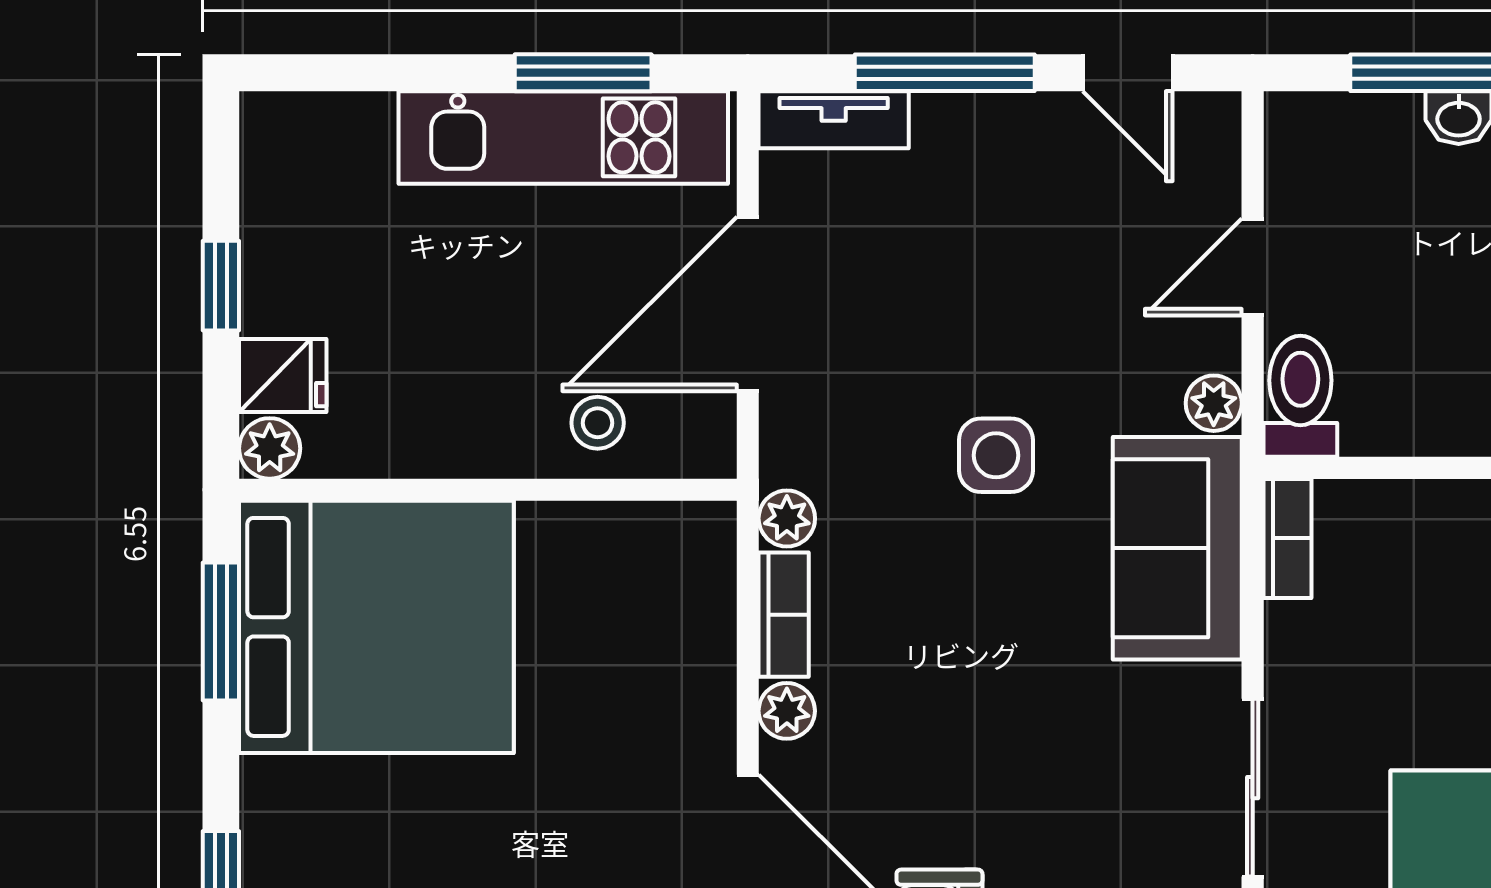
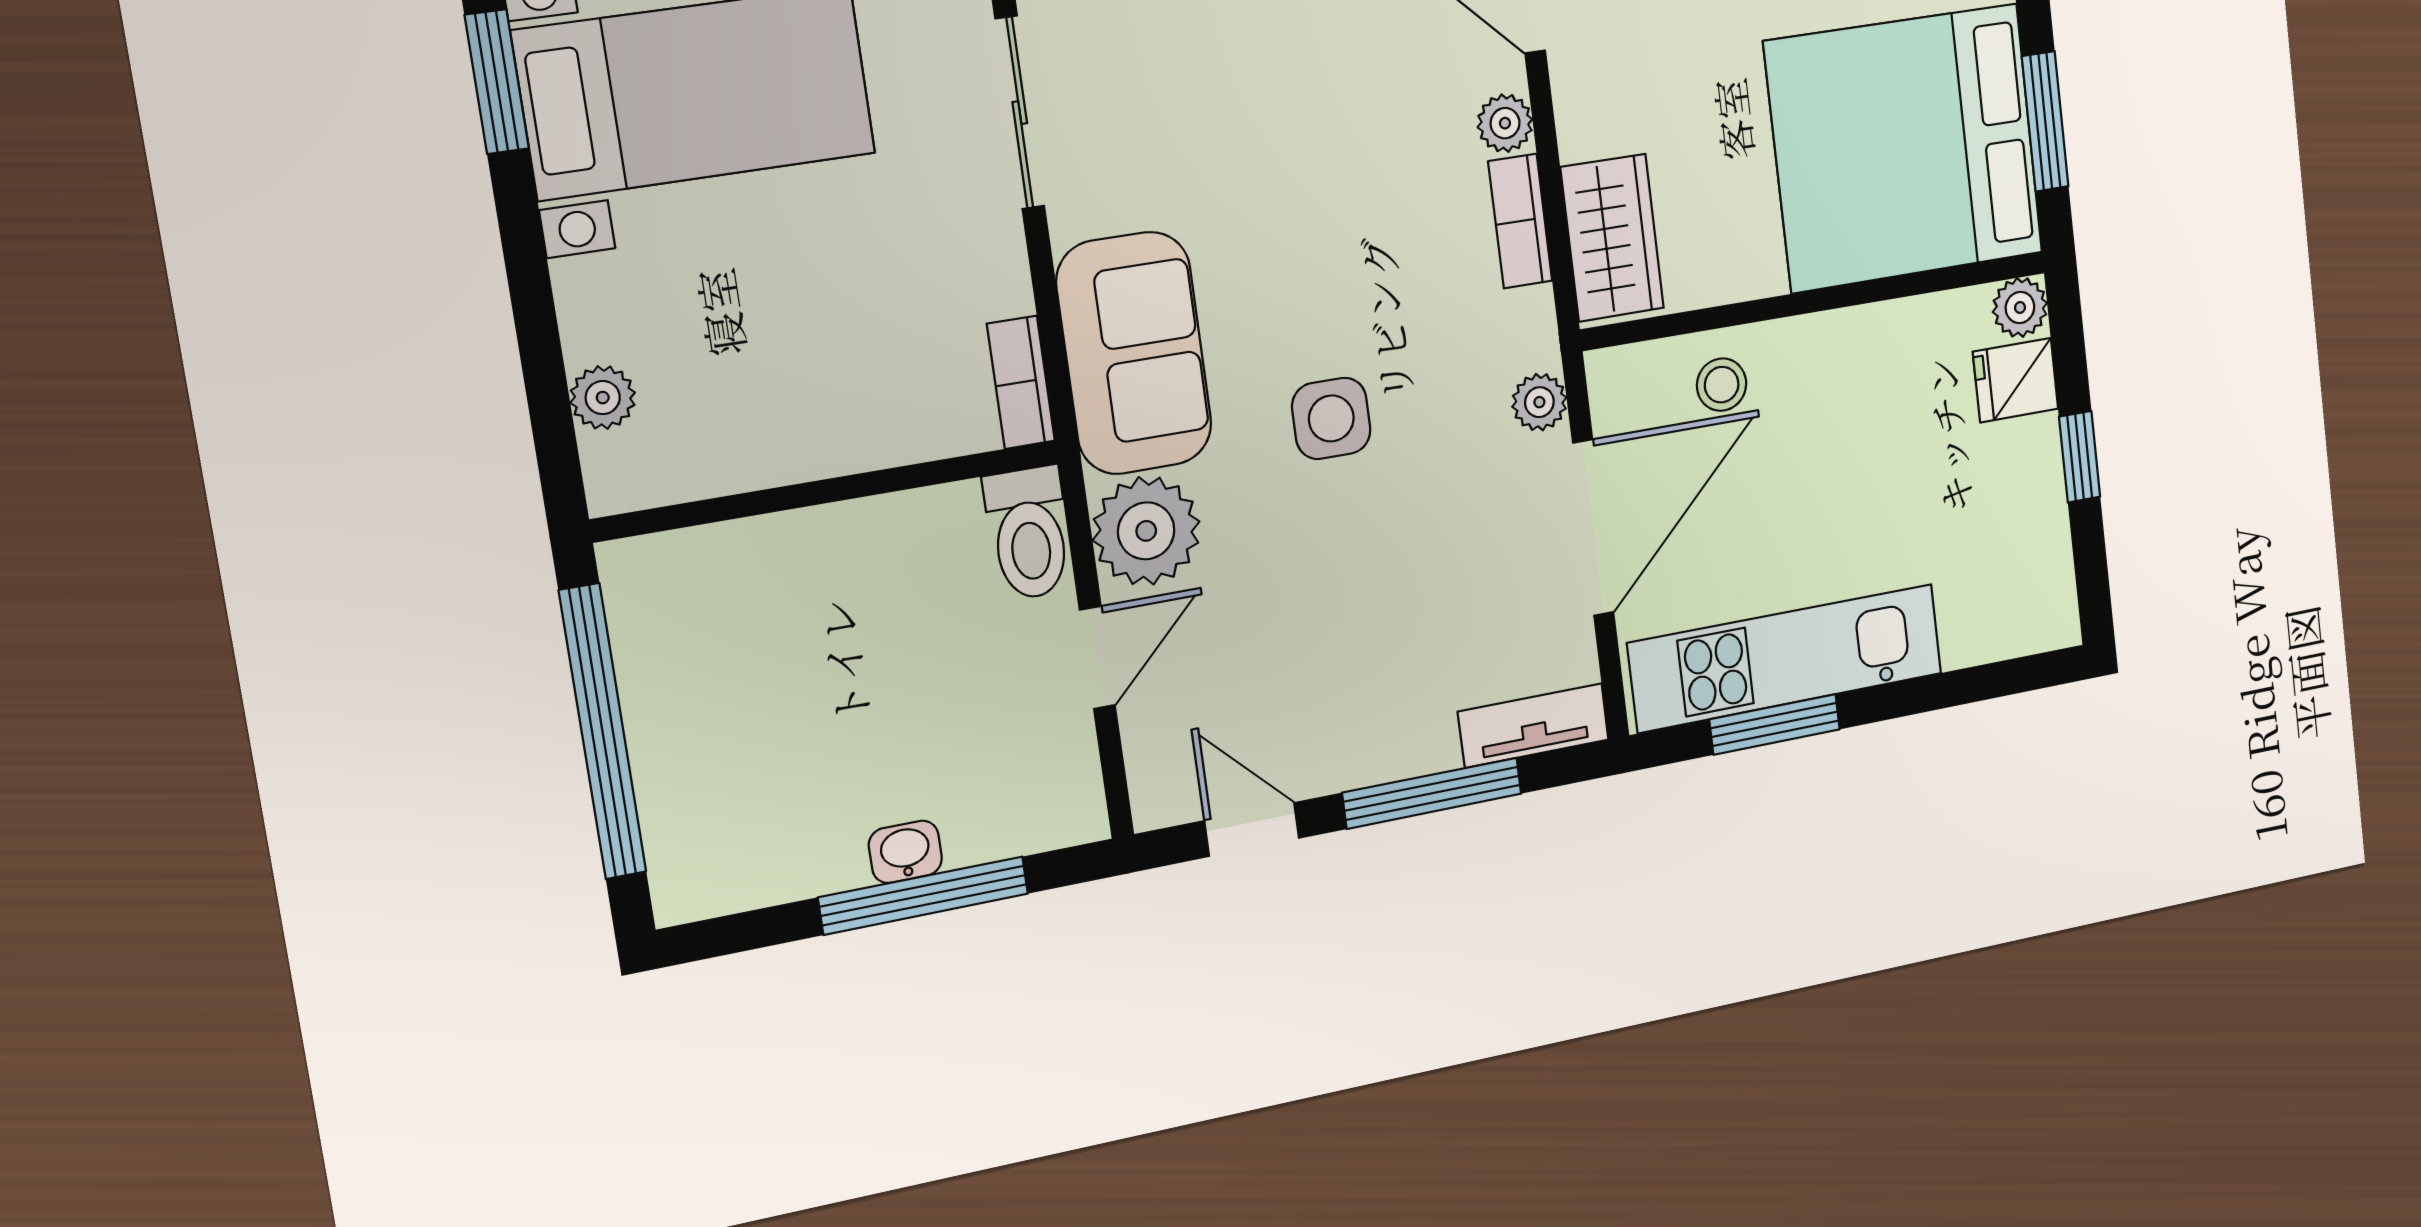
plant: (1214, 403) -> (1146, 531), width x1.88, depth x1.88
plant: (787, 518) -> (1539, 402), moved
wardrobe: (692, 584) -> (1612, 238), added

